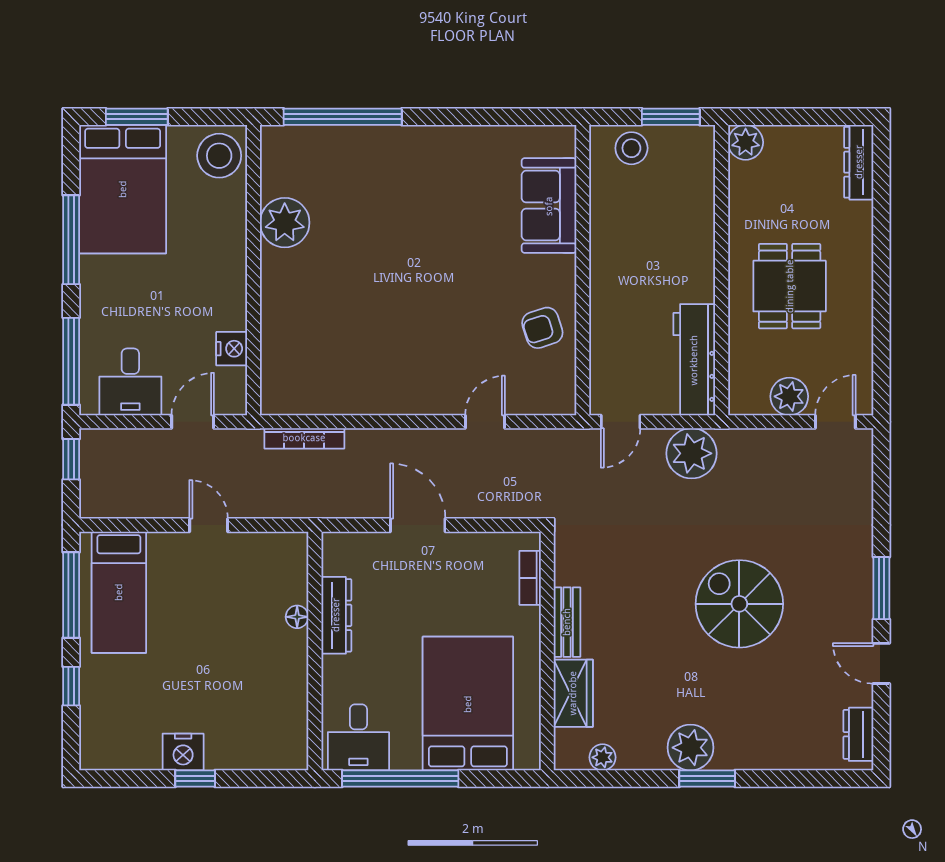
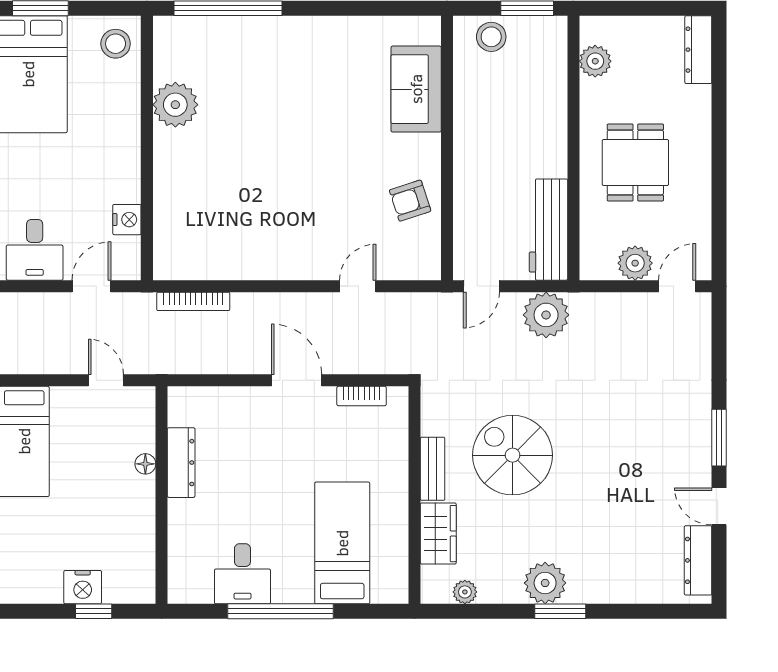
plant: (746, 142) -> (595, 61), moved
stool: (219, 156) -> (116, 44), width x0.73, depth x0.73
bookcase: (530, 578) -> (362, 396), moved, turned -90
spiral stairs: (739, 604) -> (513, 455), moved
dresser: (336, 615) -> (181, 463), moved
floor lamp: (297, 617) -> (145, 464), moved
wall: (315, 651) -> (162, 495), moved
bed: (468, 704) -> (342, 543), width x0.67
dresser: (858, 734) -> (698, 560), width x1.44

